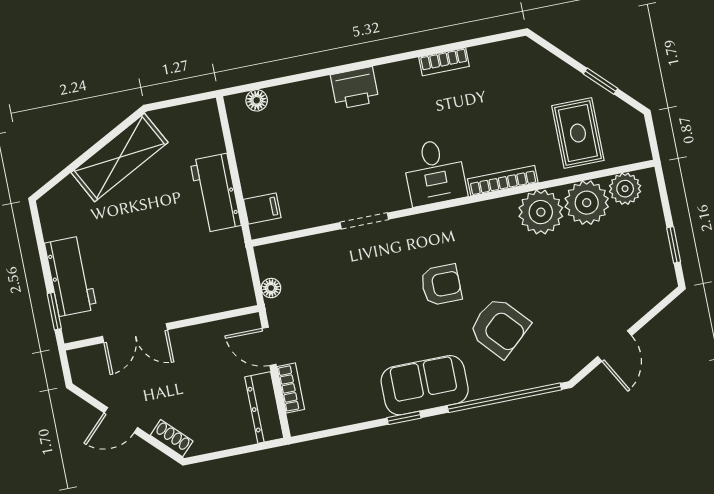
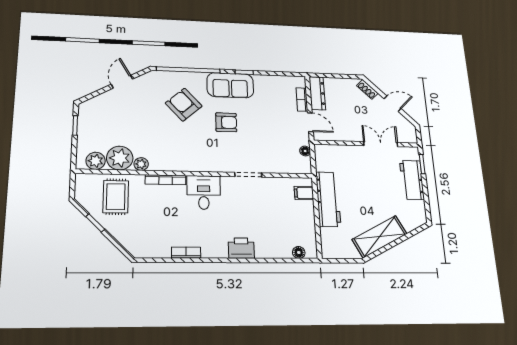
workbench: (216, 193) -> (328, 199), width x1.38
plant: (541, 212) -> (141, 164), width x0.53, depth x0.53
armchair: (441, 285) -> (226, 122), moved, turned 180

